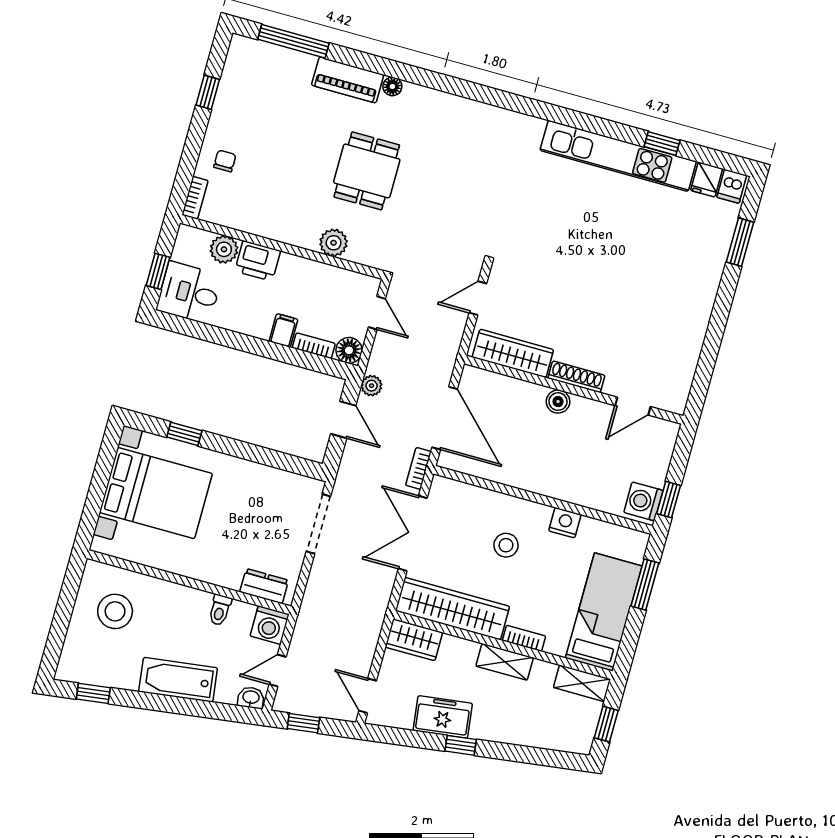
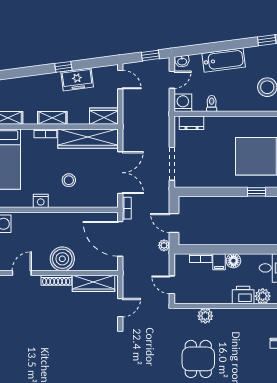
floor lamp: (349, 350) -> (233, 261), moved
boiler: (558, 402) -> (62, 259), width x1.86, depth x1.86

